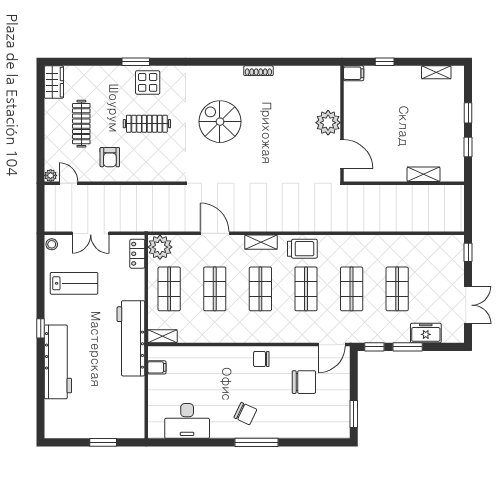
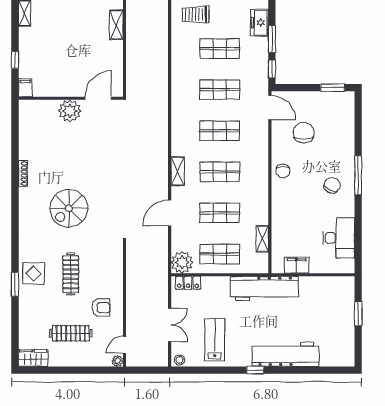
trolley: (302, 249) -> (196, 14), moved, turned -90
shelving: (162, 336) -> (262, 239), moved
filing cabinet: (157, 367) -> (297, 265), width x2.00

